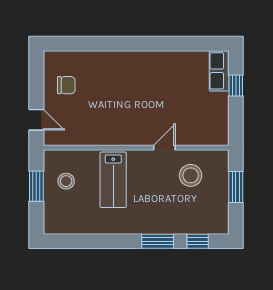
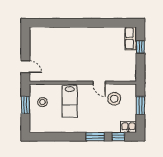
chair: (66, 85) -> (43, 47), removed
door: (164, 148) -> (99, 83), swing flipped
kitchen sink: (215, 224) -> (129, 127), added

